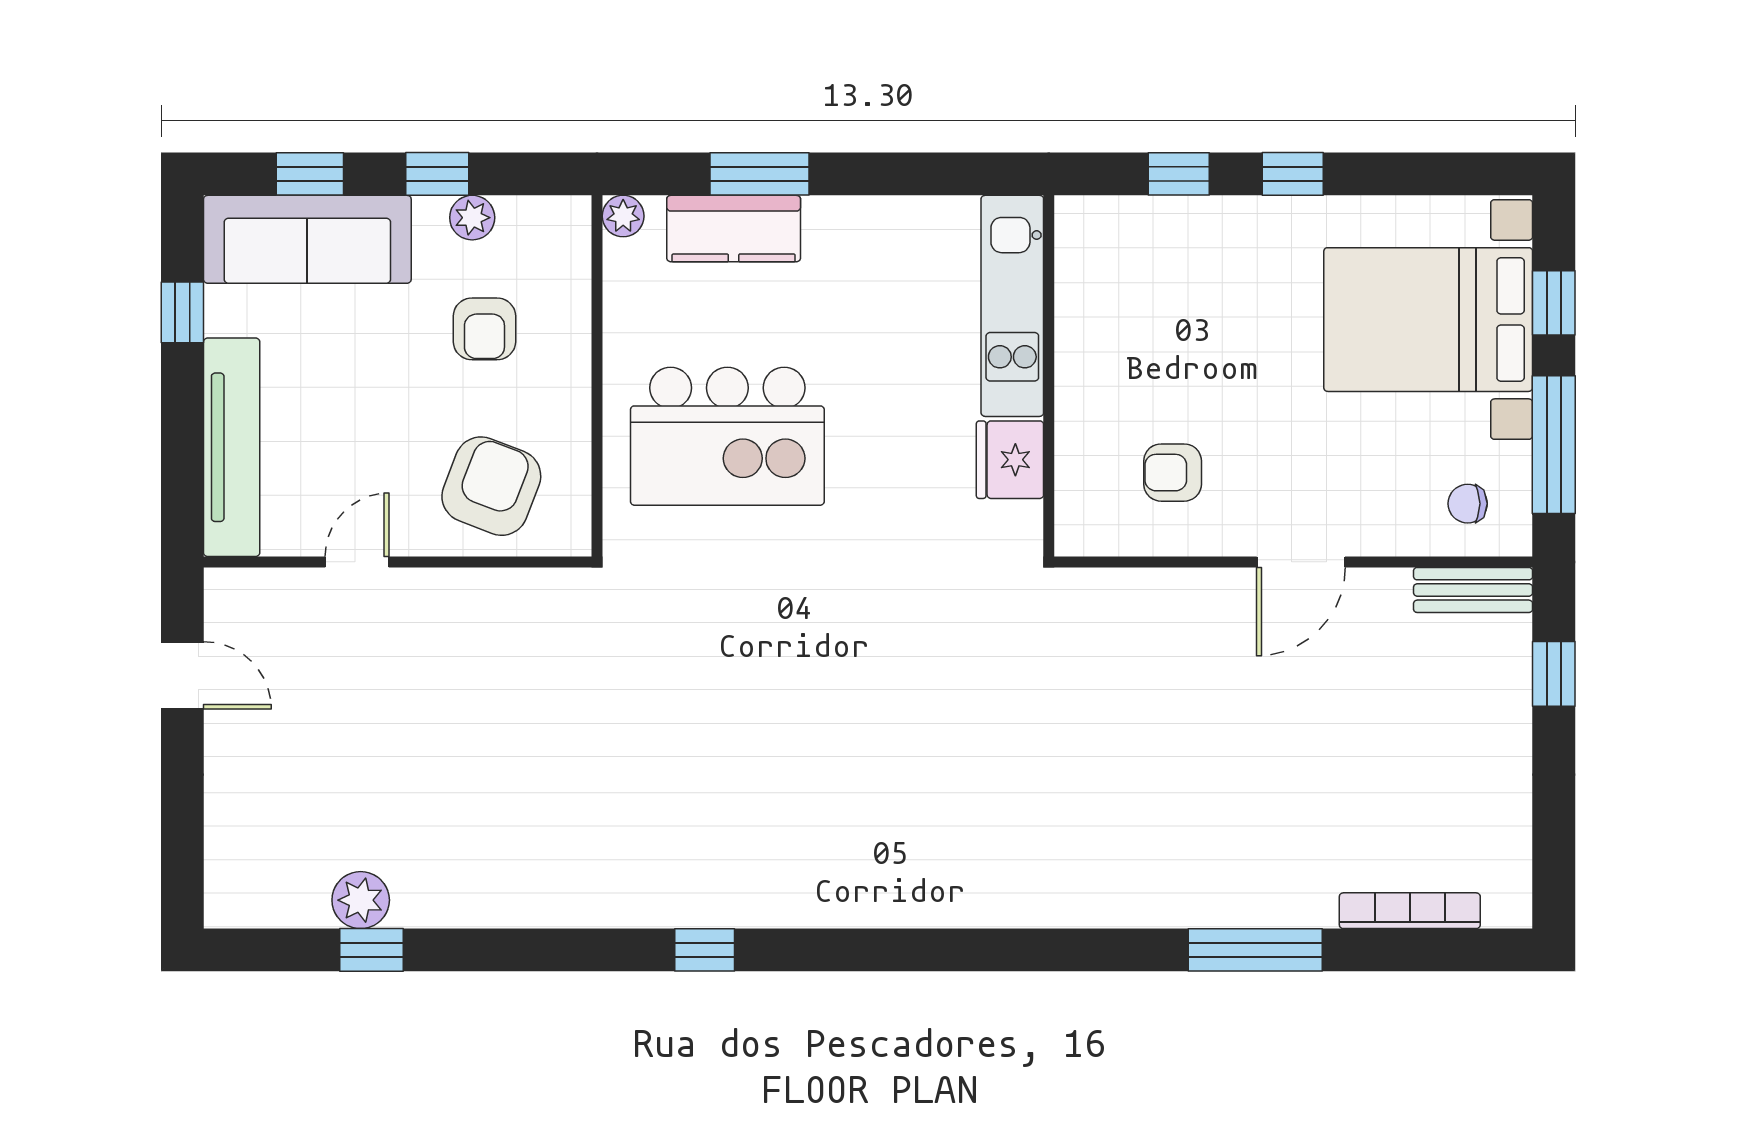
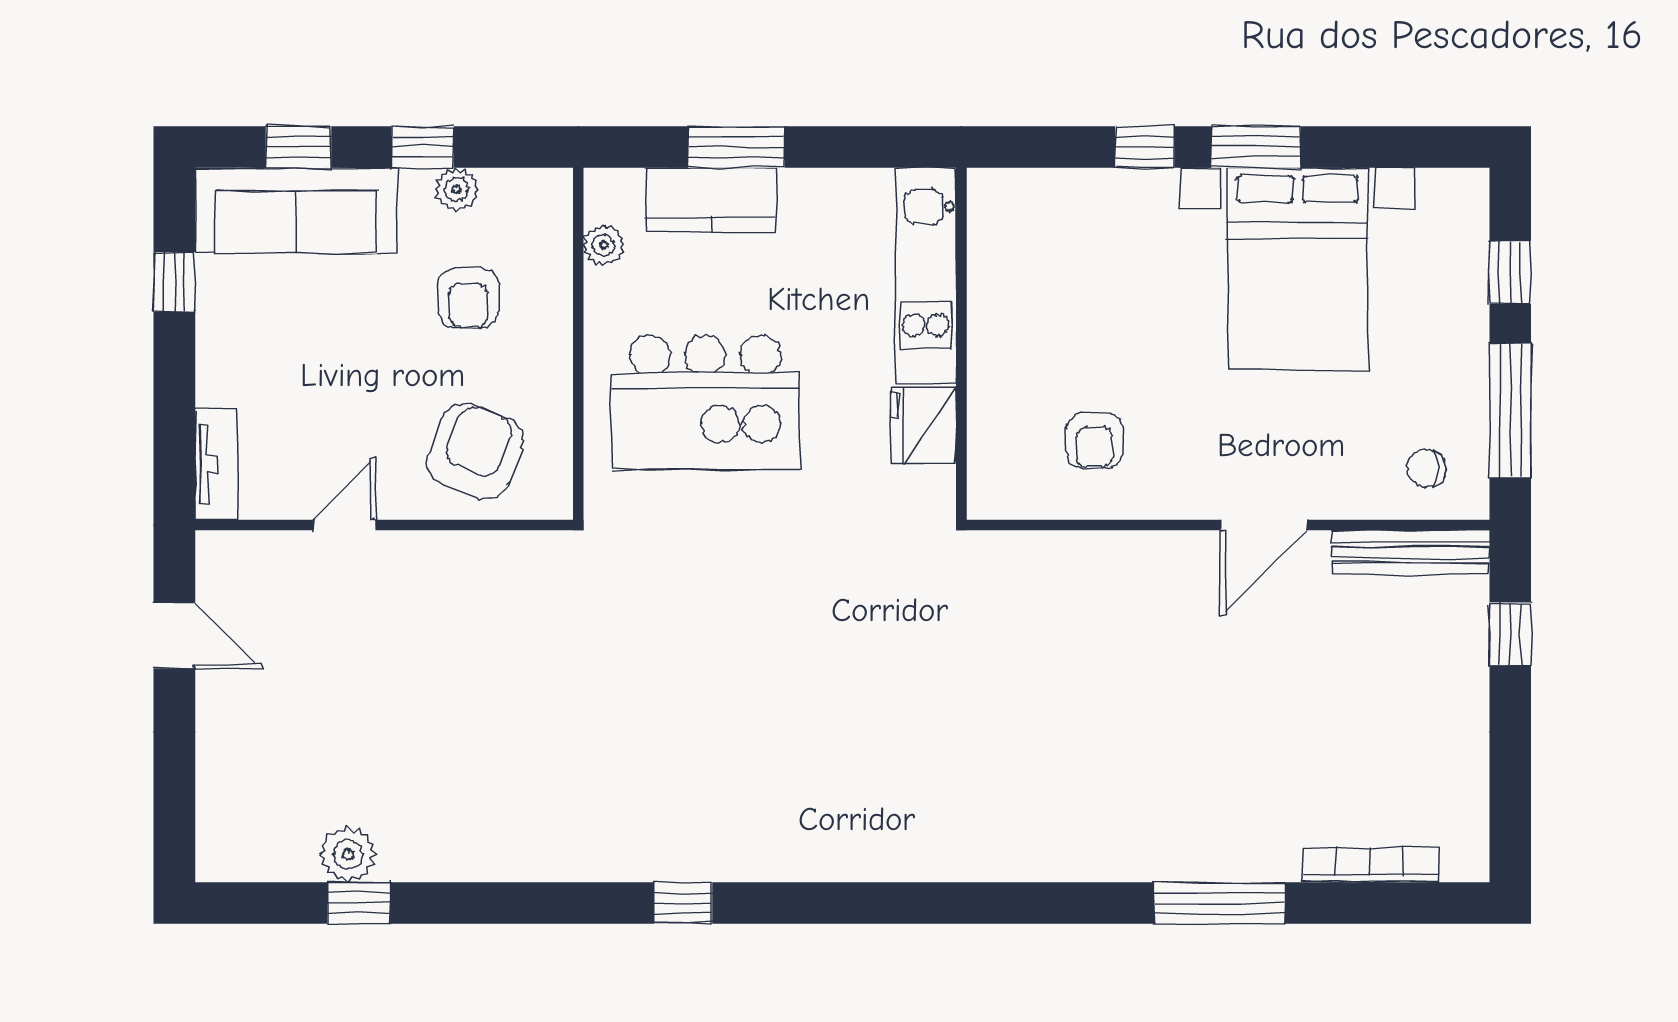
window: (1293, 174) -> (1256, 147), width x1.50
plant: (623, 216) -> (604, 245), moved
kitchen unit: (1012, 306) -> (926, 276), moved
bed with nightstands: (1428, 320) -> (1298, 269), moved, turned -90
wall: (1049, 376) -> (961, 344), moved
tv unit: (232, 447) -> (216, 464), width x0.52, depth x0.78
fridge: (1010, 460) -> (924, 425), moved
armchair: (1173, 473) -> (1095, 440), moved, turned -90
bench: (1473, 590) -> (1411, 552), width x1.36

